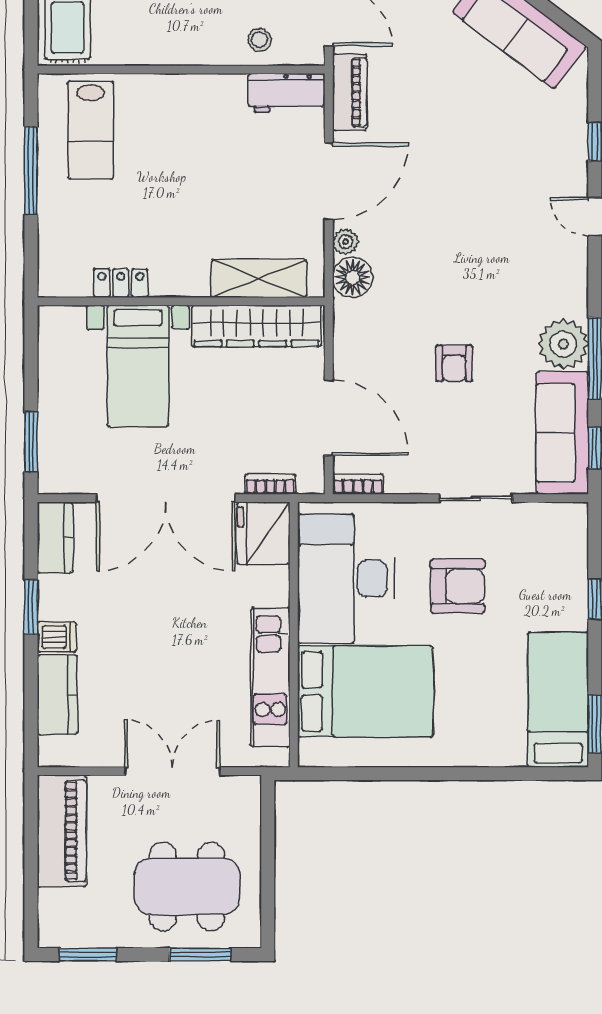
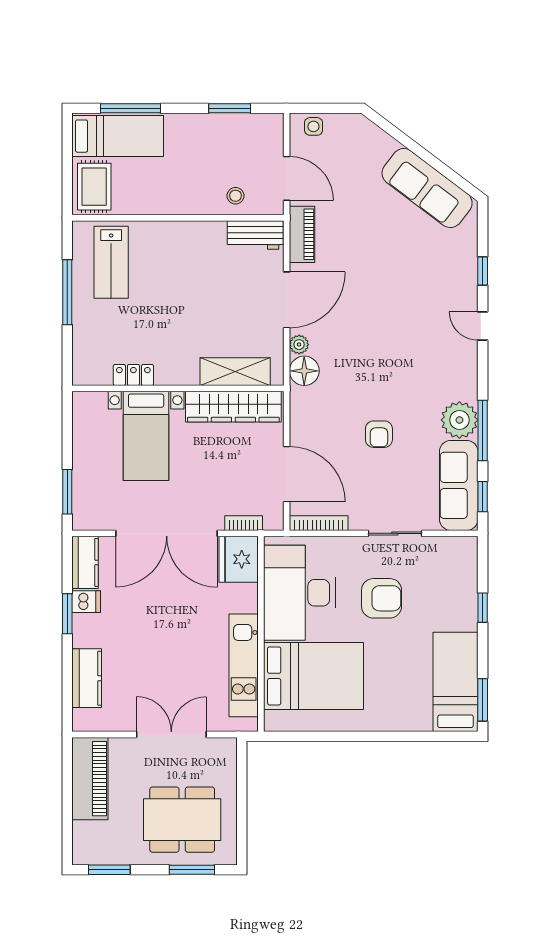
bookcase: (358, 484) -> (319, 523), width x1.56
dishwasher: (57, 637) -> (86, 602), moved

